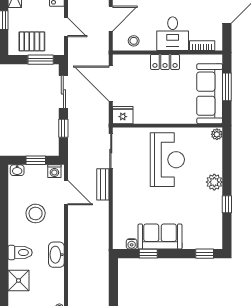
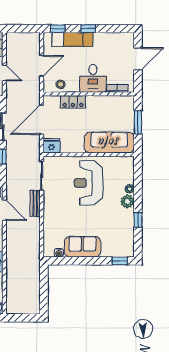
locker: (165, 62) -> (73, 102), moved
door: (111, 84) -> (42, 120), hinge flipped
sofa: (210, 94) -> (109, 143), moved, turned 90
plant: (217, 134) -> (129, 189), moved
reception desk: (167, 160) -> (88, 183), turned 180
window: (148, 254) -> (73, 261), removed

